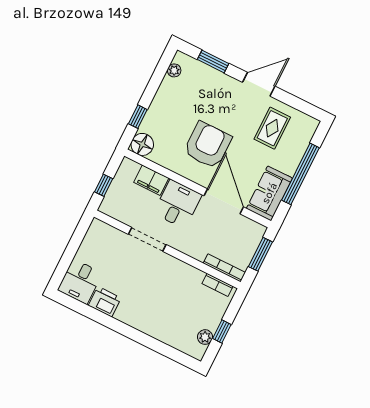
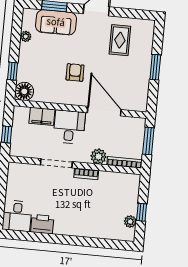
plant: (174, 70) -> (26, 36), moved
armchair: (208, 145) -> (75, 72), width x0.53, depth x0.53
window: (300, 174) -> (155, 67), width x0.47
sofa: (269, 193) -> (56, 22), moved, turned -90
plant: (198, 250) -> (98, 156), added
bookcase: (218, 285) -> (86, 174), moved

